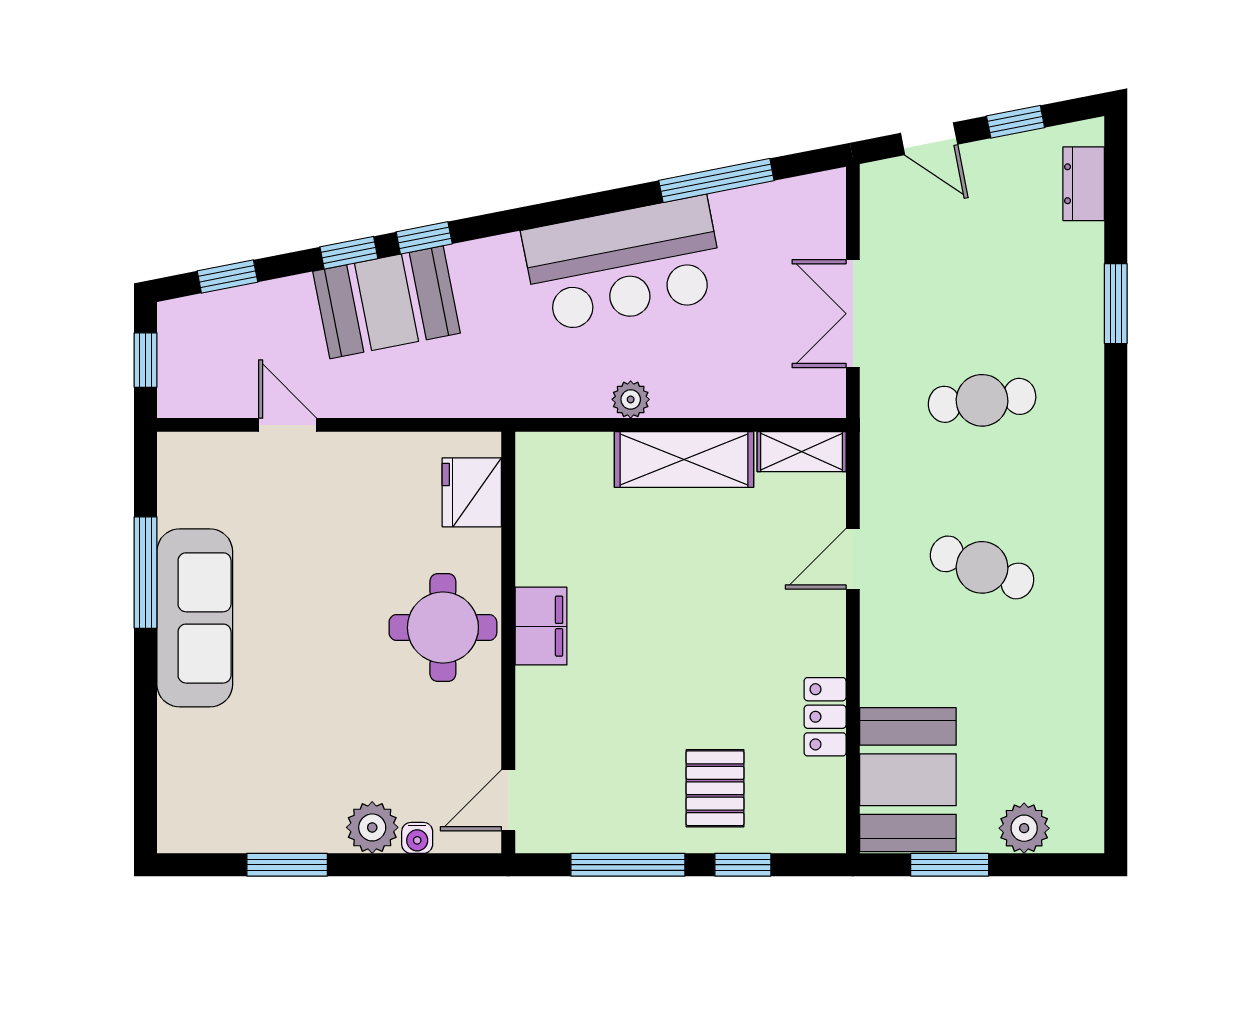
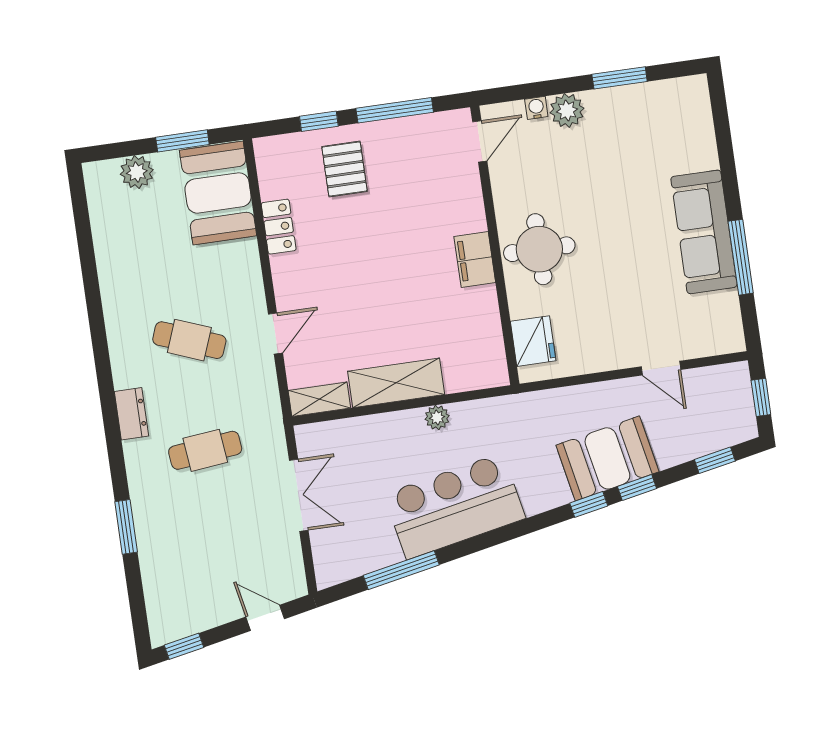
window: (1016, 122) -> (184, 646), moved
dresser: (1084, 184) -> (131, 414), moved

